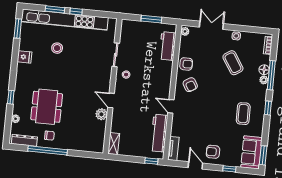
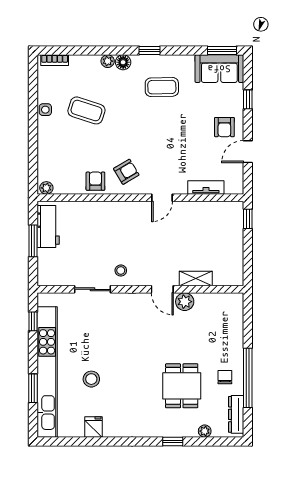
window: (76, 12) -> (33, 321), moved
double door: (211, 25) -> (33, 149), removed
window: (18, 28) -> (68, 442), removed
workbench: (168, 46) -> (48, 227), moved, turned -90
fridge: (24, 57) -> (94, 427), moved
coffee table: (233, 63) -> (86, 110), turned 51
floor lamp: (264, 70) -> (123, 62), moved
window: (271, 75) -> (100, 50), removed
door: (111, 100) -> (162, 289), hinge flipped
dining table: (47, 107) -> (182, 386), width x0.73
workbench: (159, 133) -> (204, 212), removed
shelving: (114, 144) -> (196, 279), moved
tv unit: (173, 149) -> (206, 188), moved

